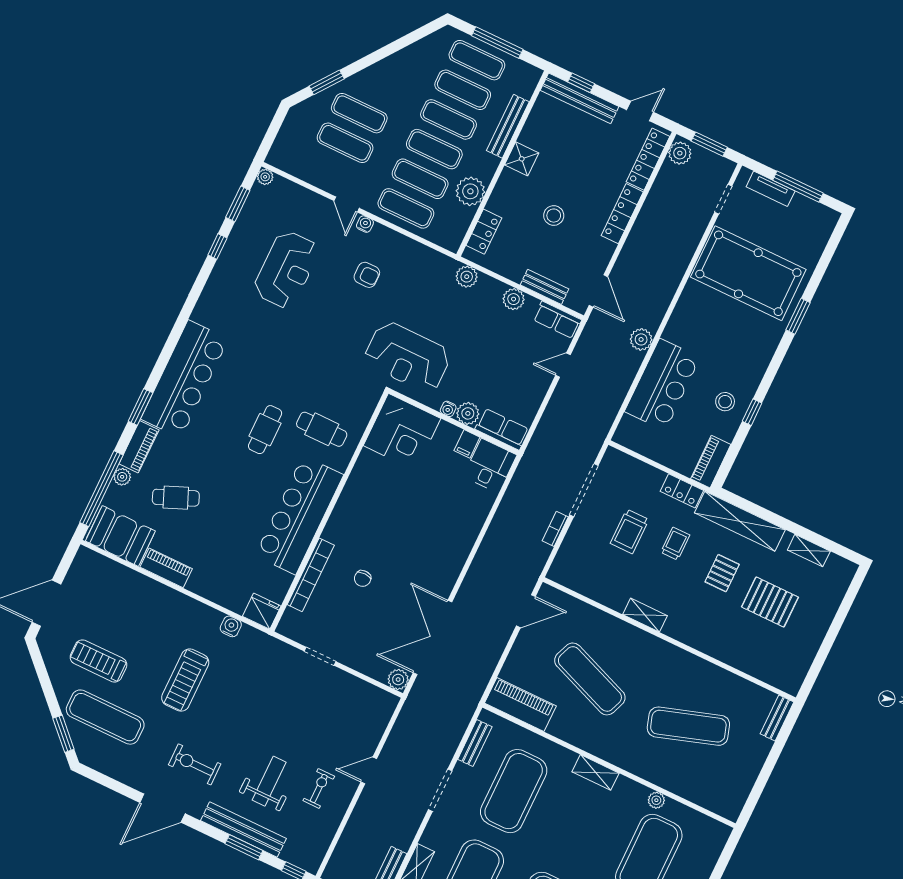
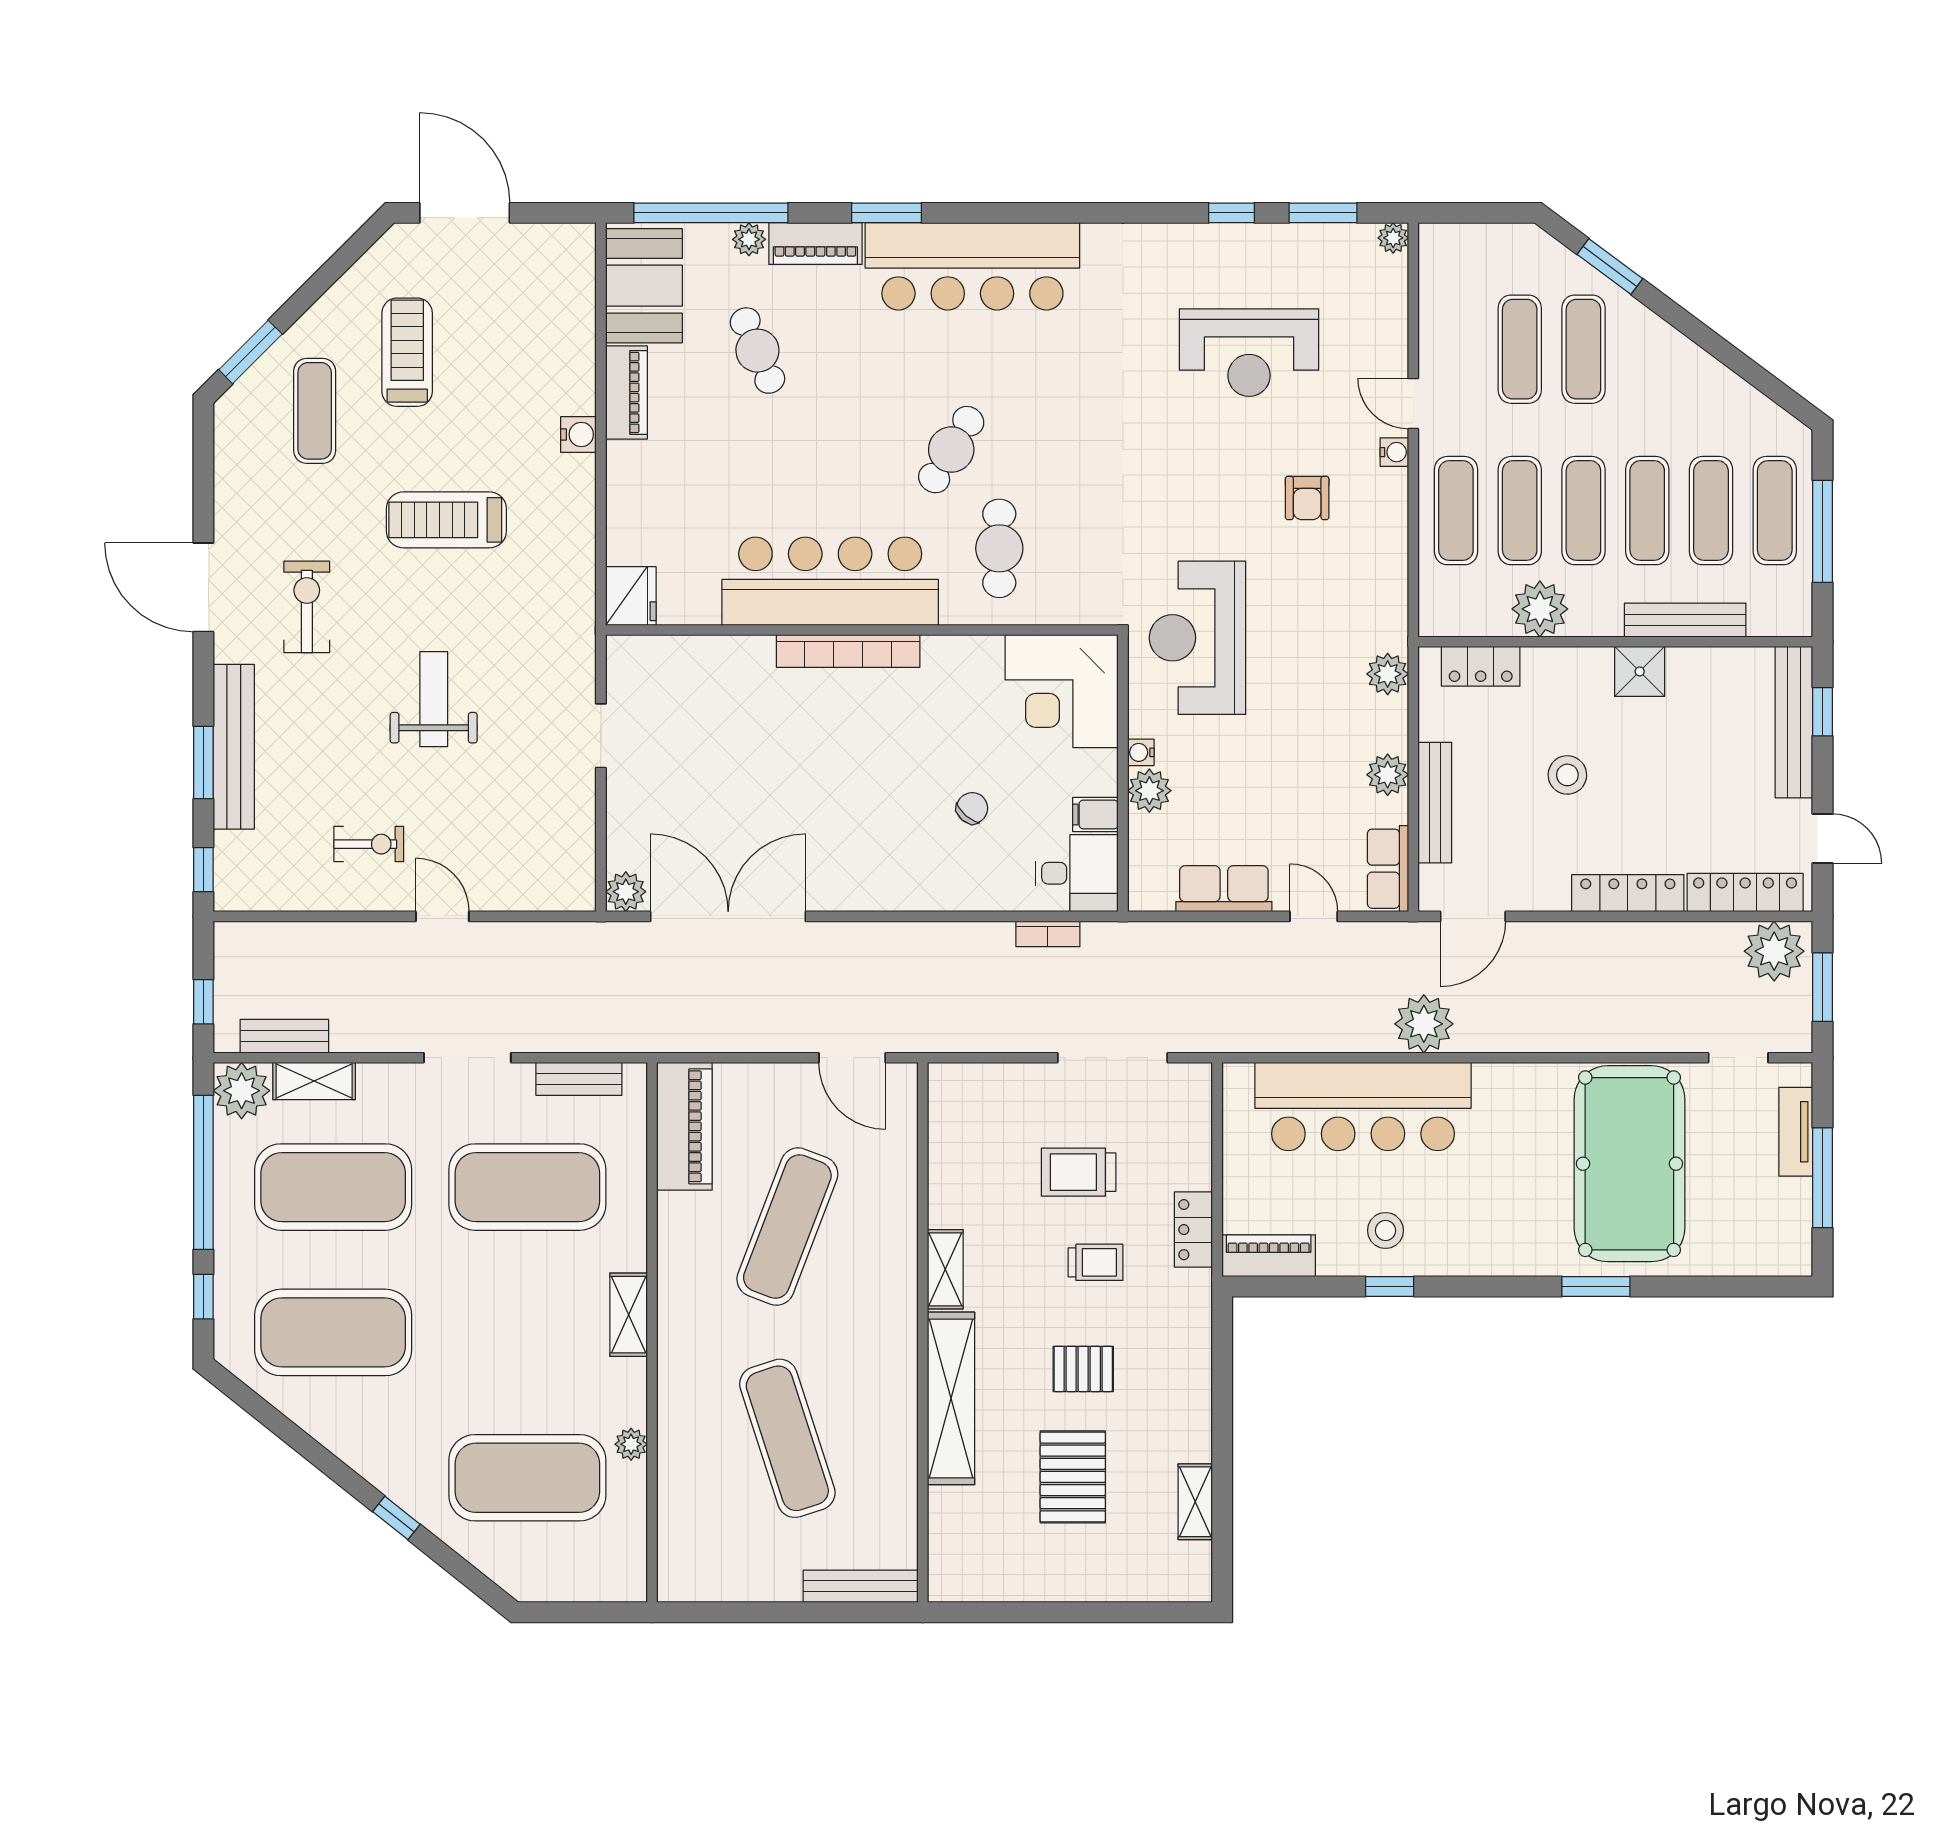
plant: (680, 153) -> (1774, 951), width x1.36, depth x1.36
door: (347, 204) -> (1413, 403), hinge flipped
bench: (545, 287) -> (1435, 803), width x1.36
plant: (641, 339) -> (1424, 1024), width x1.36, depth x1.36
bar counter: (662, 384) -> (1363, 1107), width x1.36
row of seats: (502, 429) -> (1224, 889), moved, turned -90
cafe table: (265, 430) -> (951, 450), turned -59
shelving: (740, 521) -> (951, 1398), moved
bookcase: (555, 529) -> (1048, 934), moved, turned 180
bookcase: (311, 575) -> (848, 651), moved
chair: (363, 578) -> (972, 808), moved, turned 131
water cooler: (231, 626) -> (578, 434), moved
exercise mat: (105, 717) -> (315, 411), width x0.73, depth x0.69
bench: (777, 718) -> (861, 1586), width x1.36
weight bench: (269, 781) -> (434, 699), moved, turned -90

